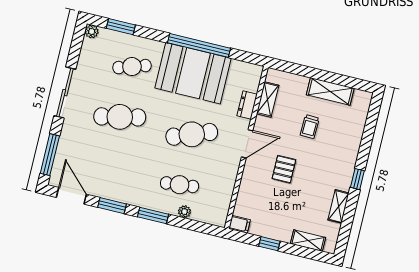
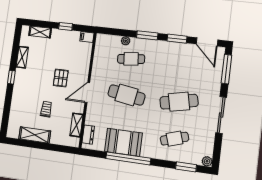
booth: (193, 73) -> (123, 142), width x0.73, depth x0.70
dresser: (247, 105) -> (88, 135), moved
cafe table: (192, 134) -> (126, 95), turned 30

